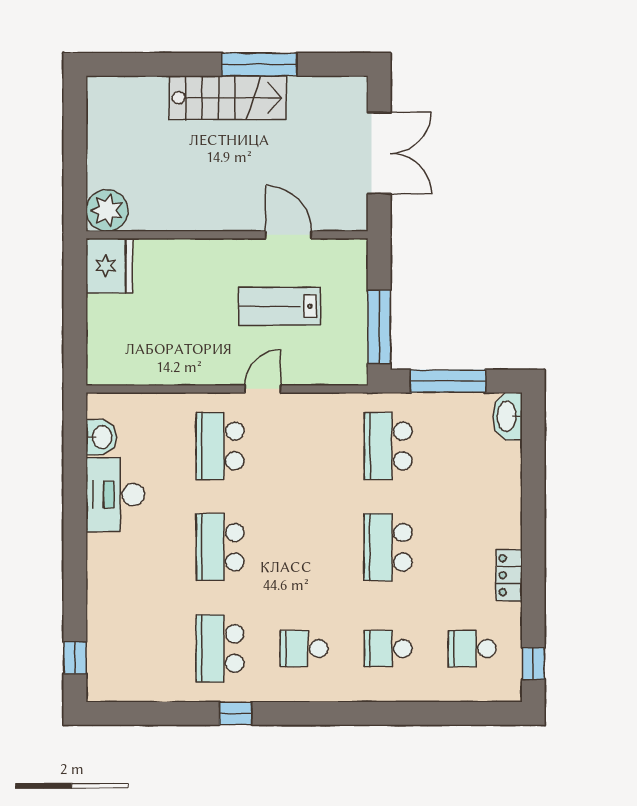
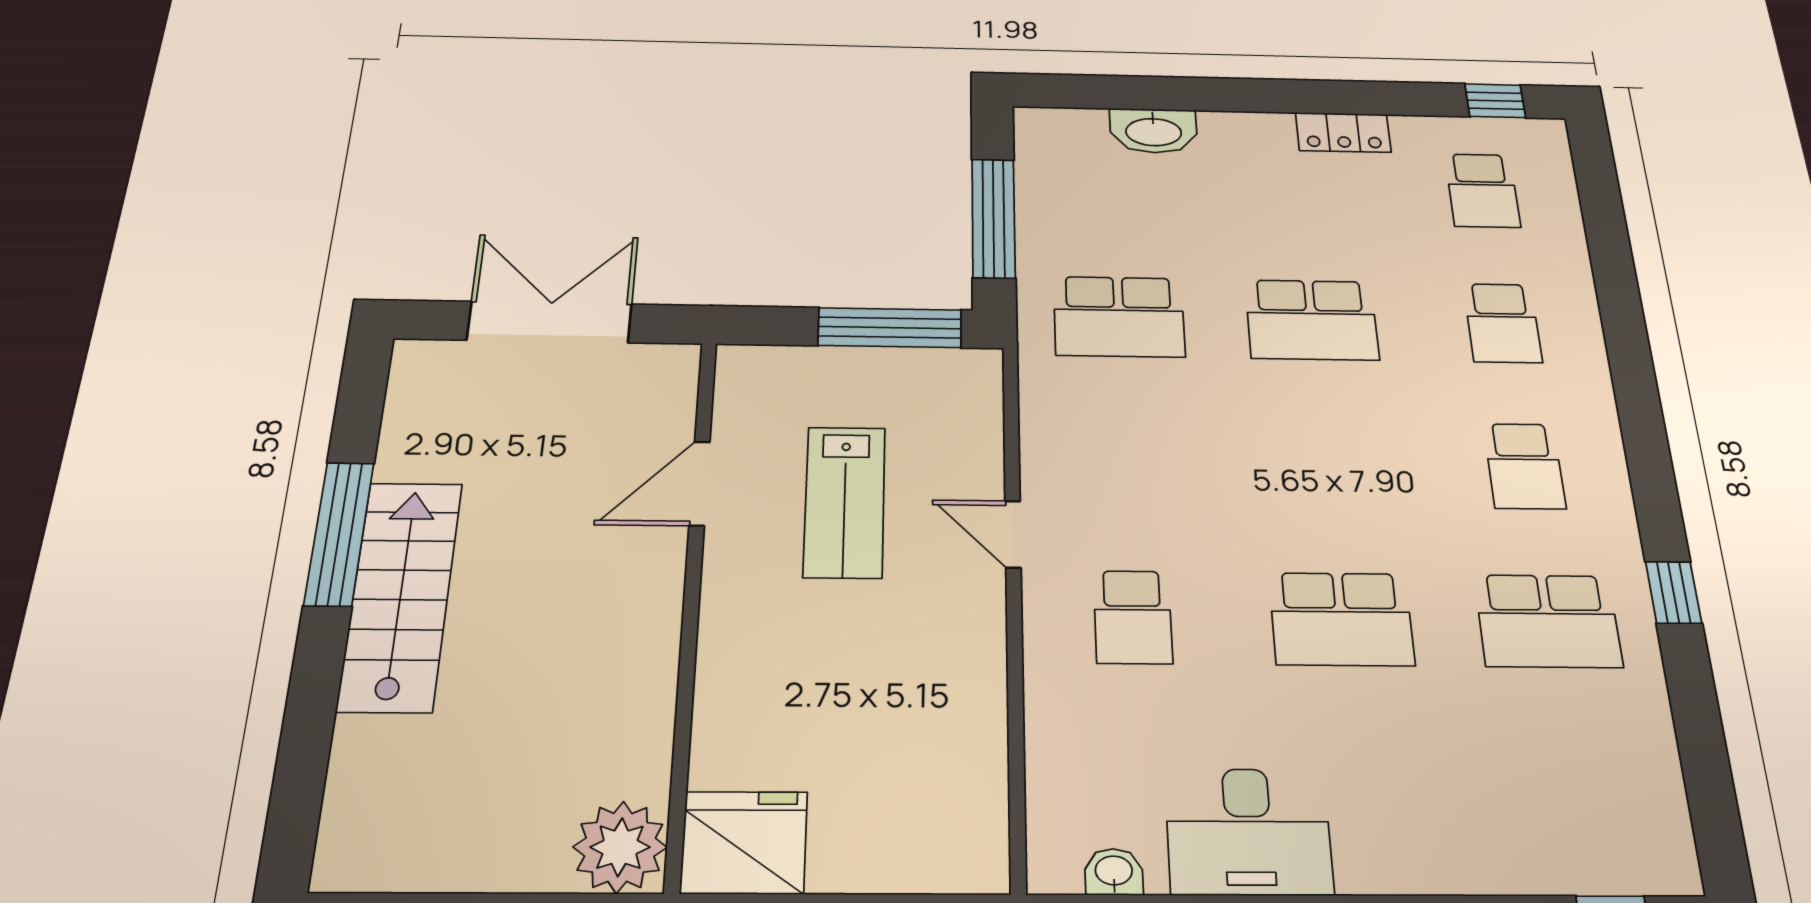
washbasin: (507, 416) -> (1153, 131), moved
washbasin: (101, 437) -> (1114, 872), width x0.72, depth x0.69
school desk: (220, 446) -> (1133, 617), width x0.54

